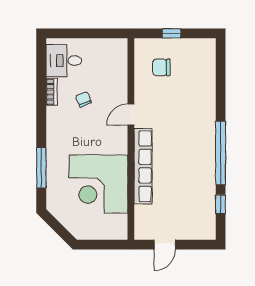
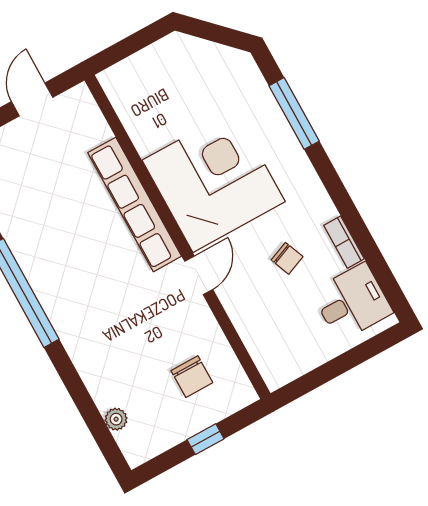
chair: (161, 67) -> (192, 377), turned 90
plant: (210, 67) -> (116, 419), added
corner desk: (98, 184) -> (214, 181), moved

